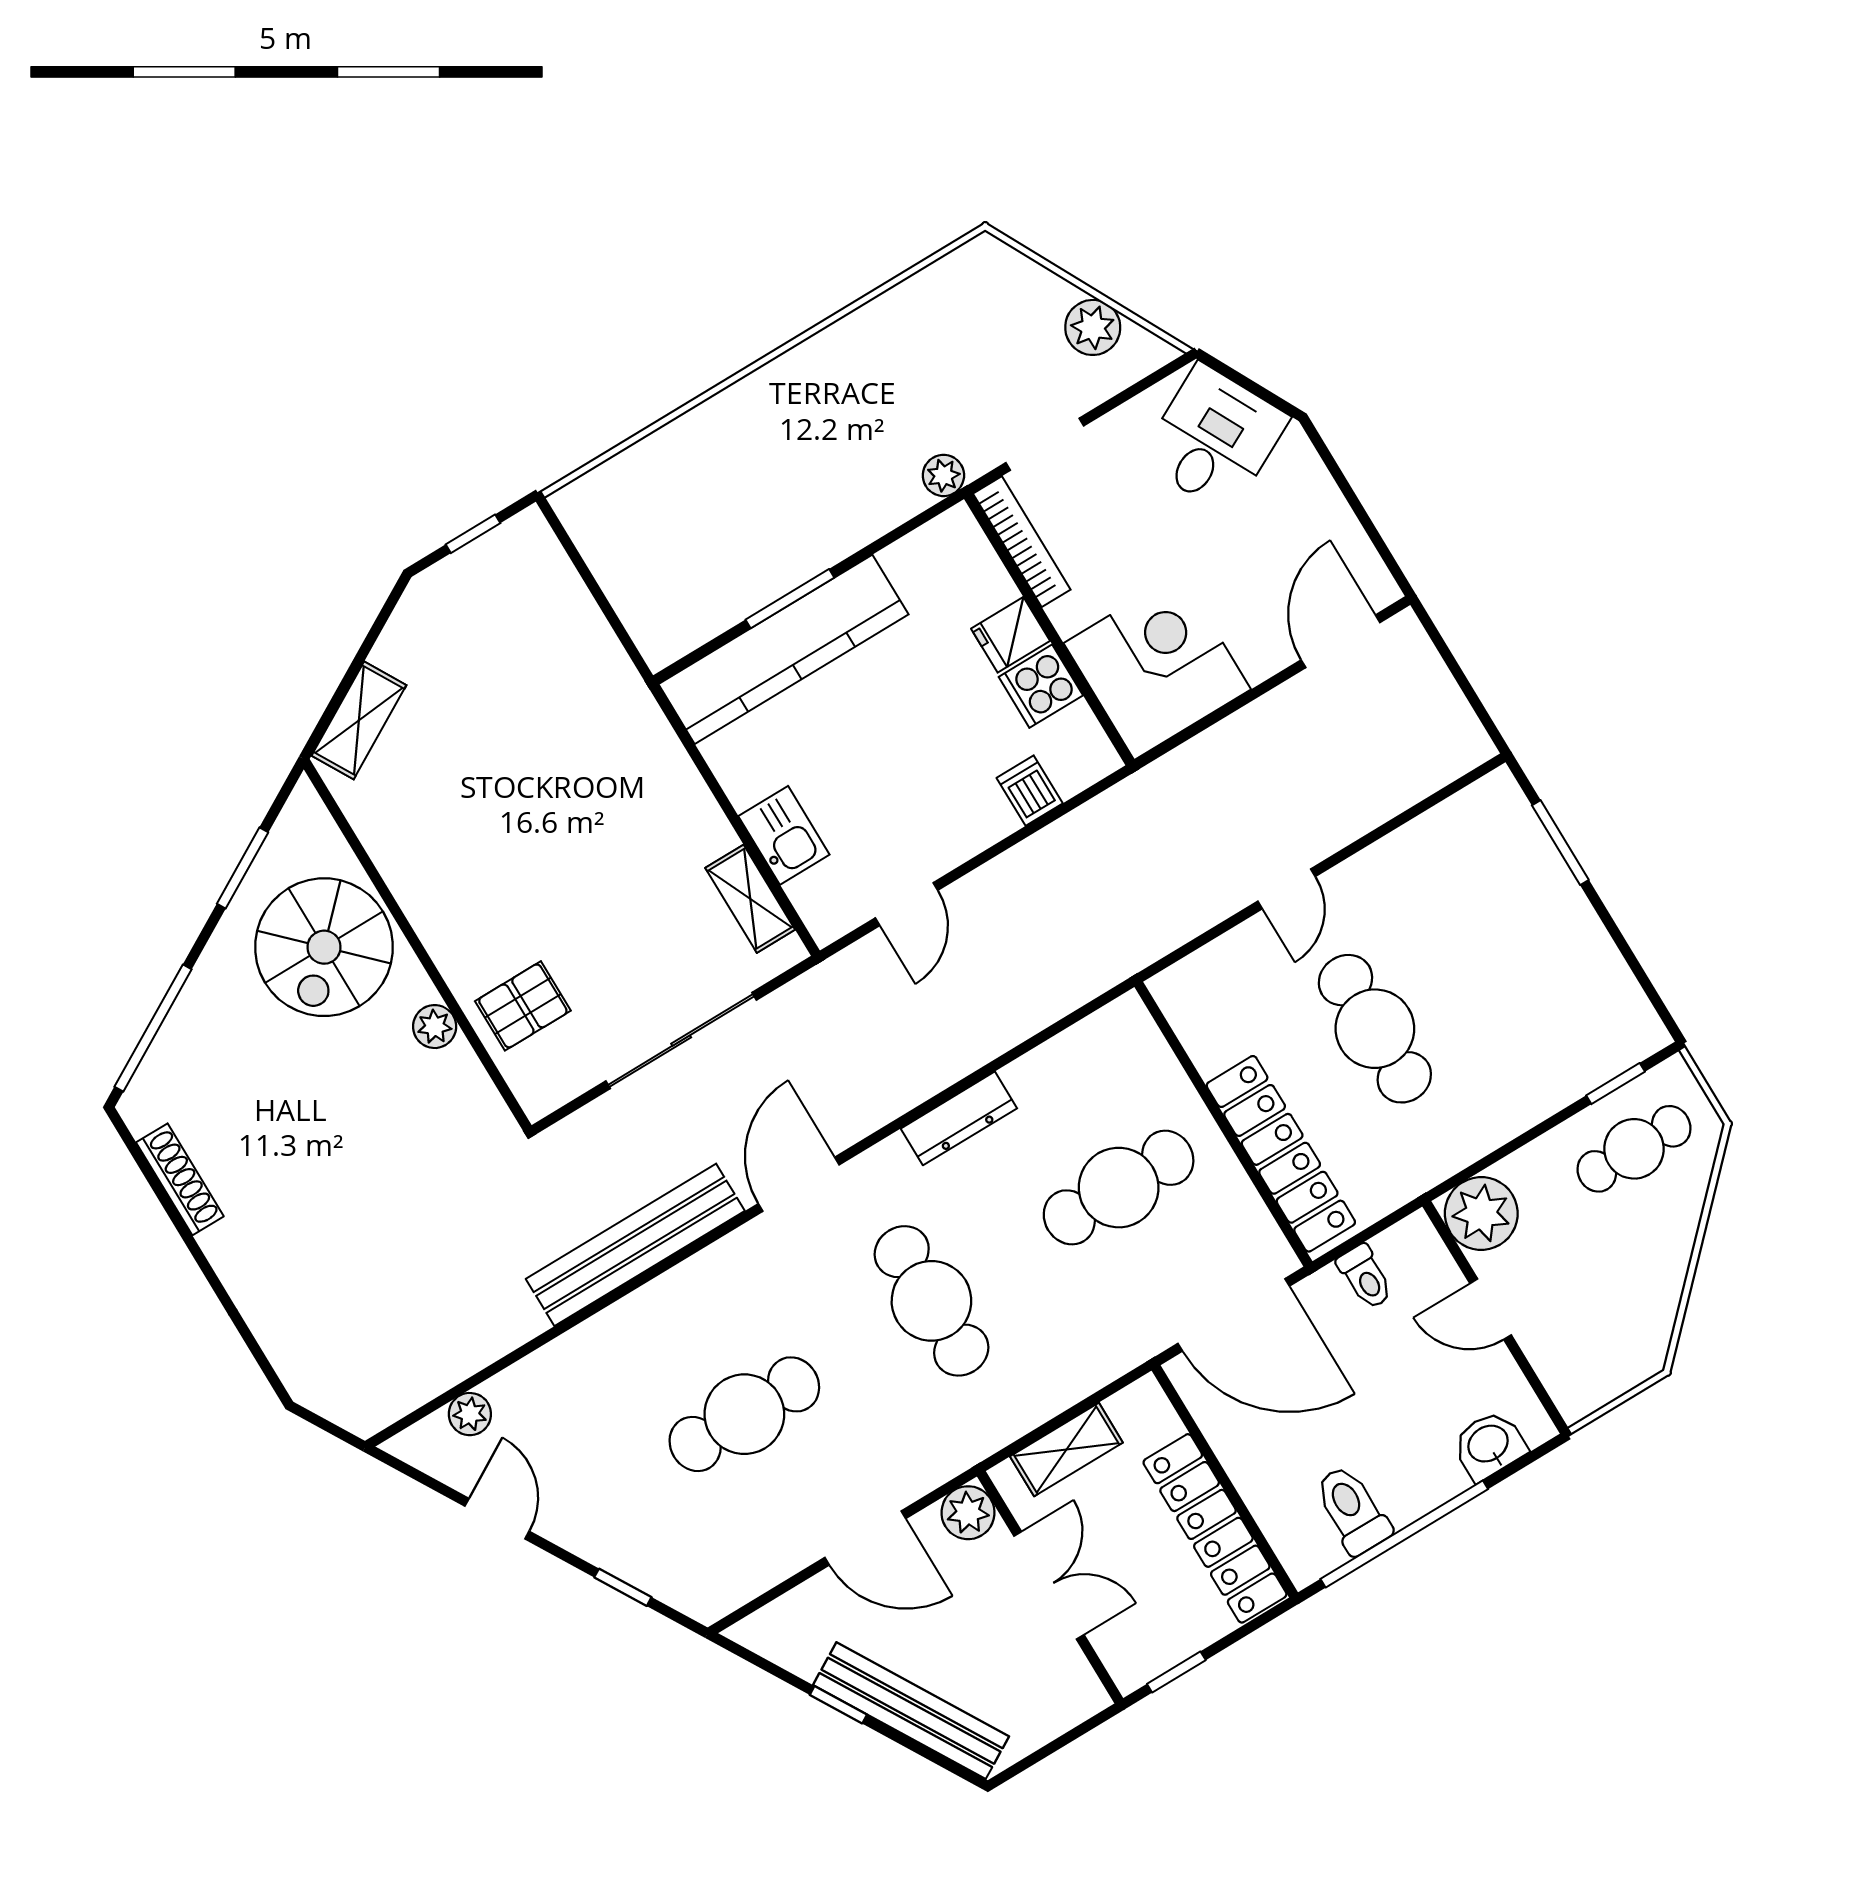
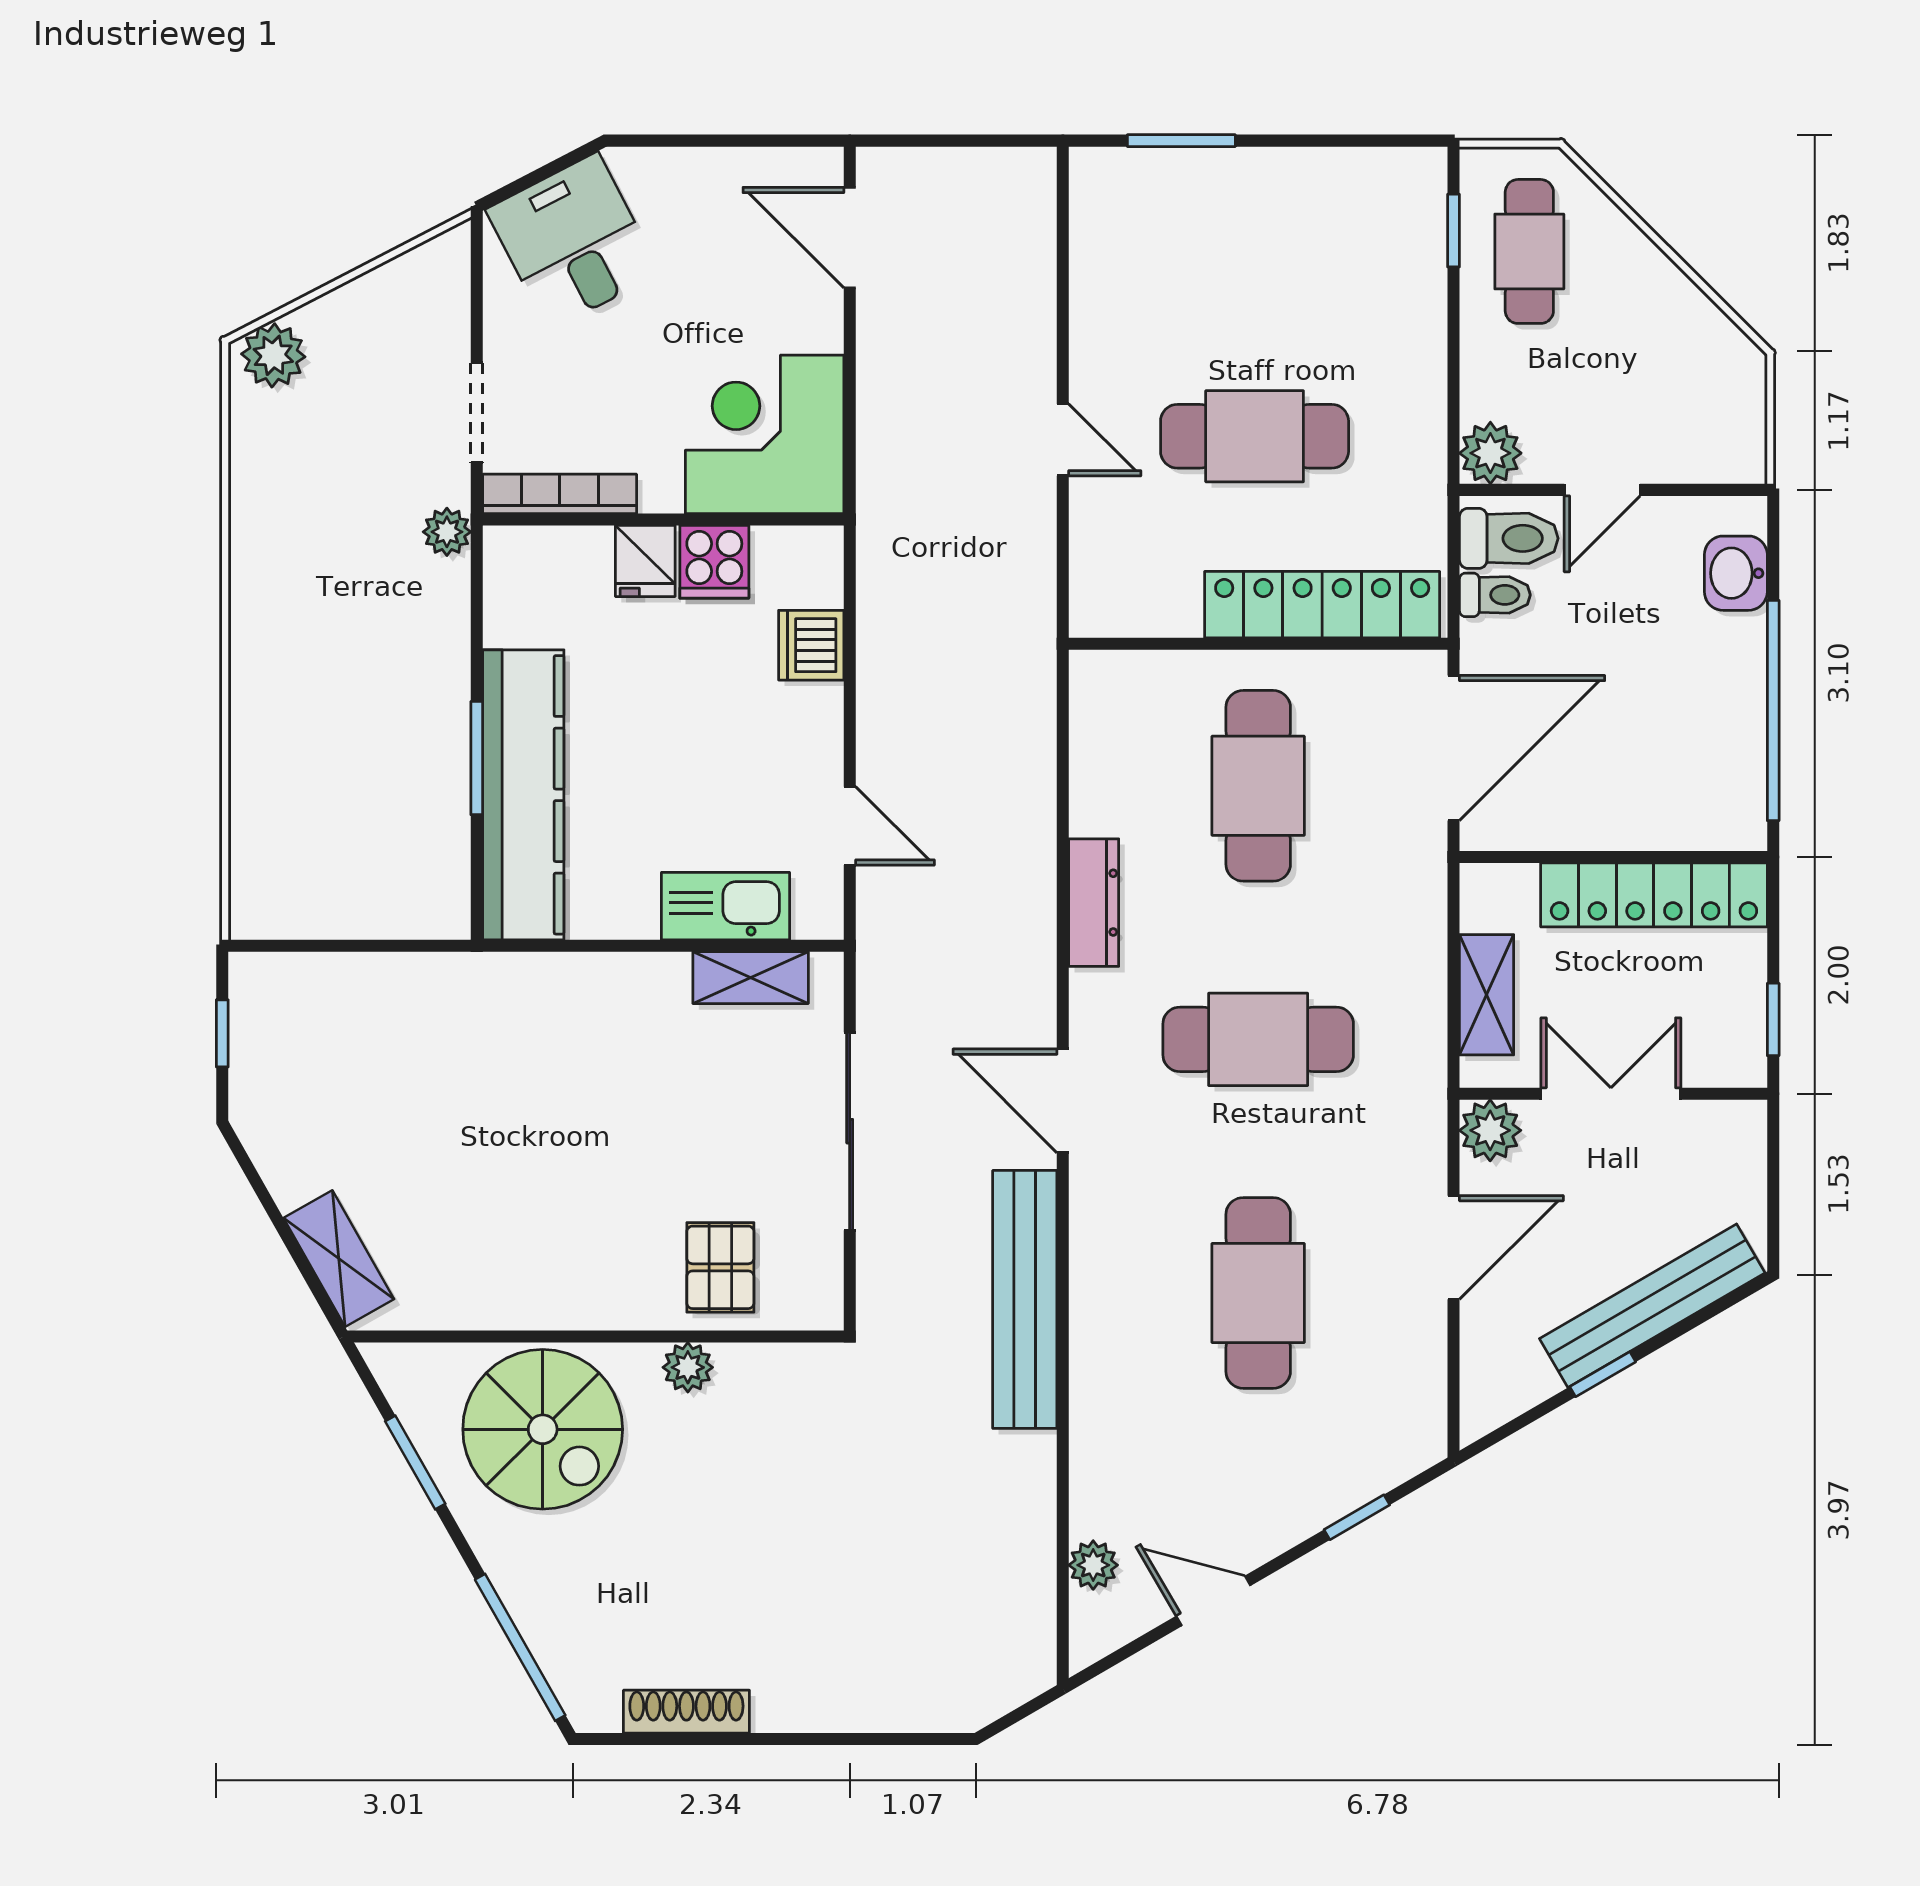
plant: (1093, 327) -> (273, 355), moved
dishwasher: (1030, 791) -> (811, 645), width x1.38
kitchen sink: (784, 835) -> (725, 906), width x1.38
plant: (1481, 1213) -> (1490, 453), width x0.73, depth x0.73
toilet: (1352, 1510) -> (1509, 538), moved, turned 180

